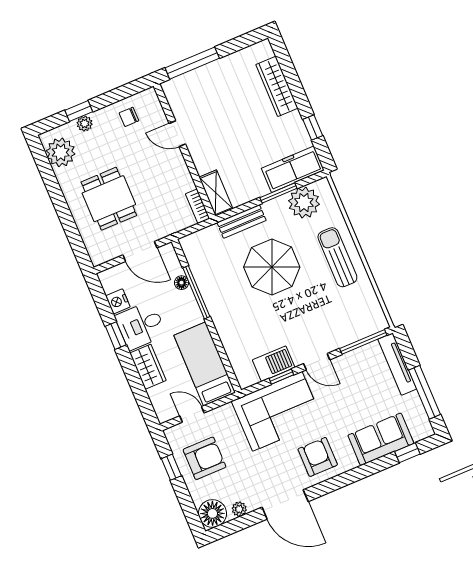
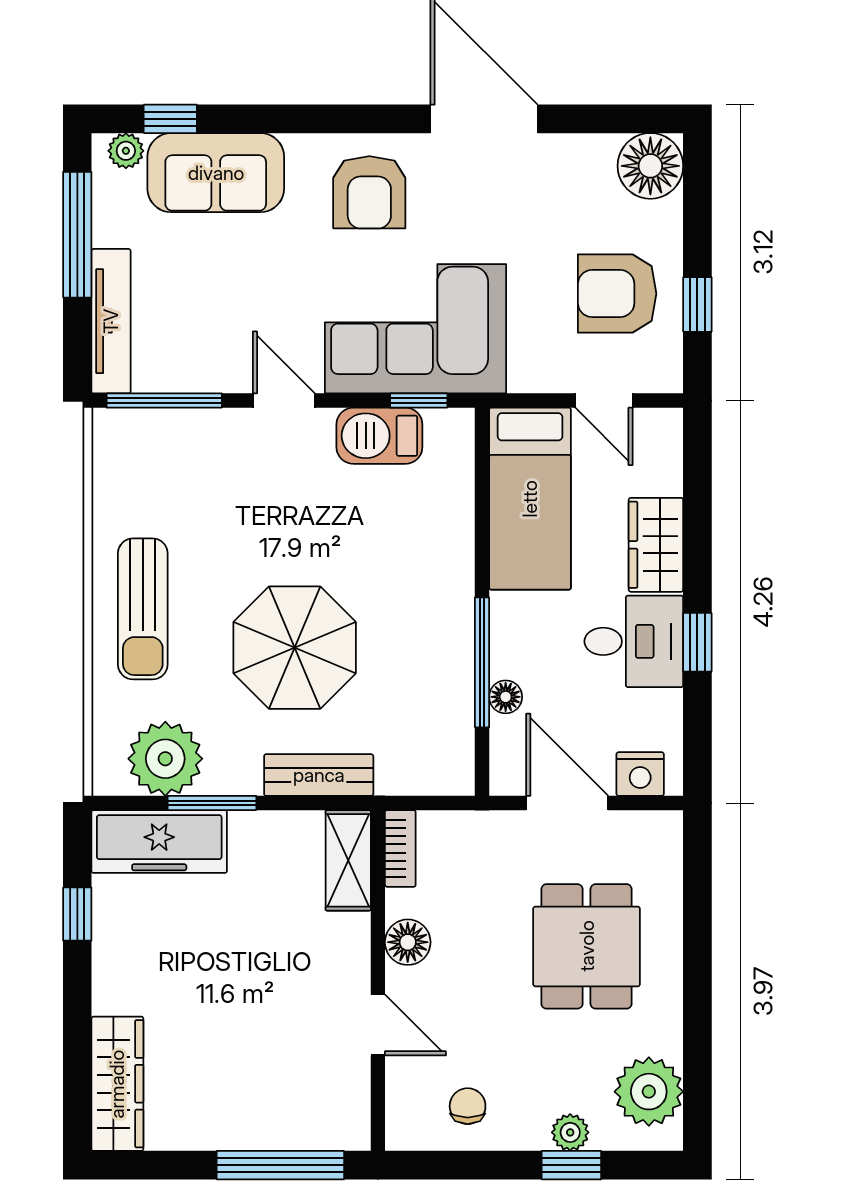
wardrobe: (277, 86) -> (117, 1084), moved
chair: (129, 117) -> (468, 1106), turned -90
floor lamp: (179, 171) -> (408, 942), added
nightstand: (118, 301) -> (640, 774), moved, turned 90
window: (281, 377) -> (419, 401), moved
plant: (239, 509) -> (126, 151), moved

